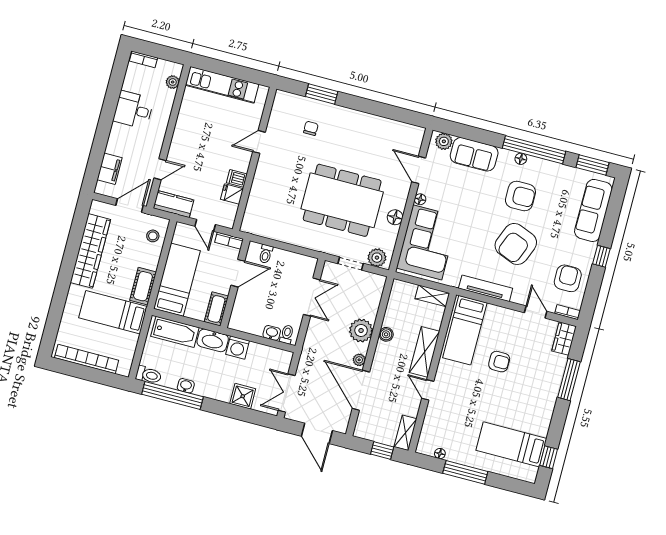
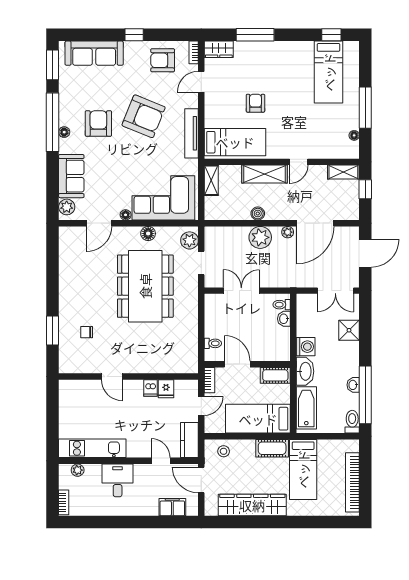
kitchen unit: (222, 85) -> (92, 448), moved, turned -90
desk: (133, 110) -> (118, 480), moved, turned 180

